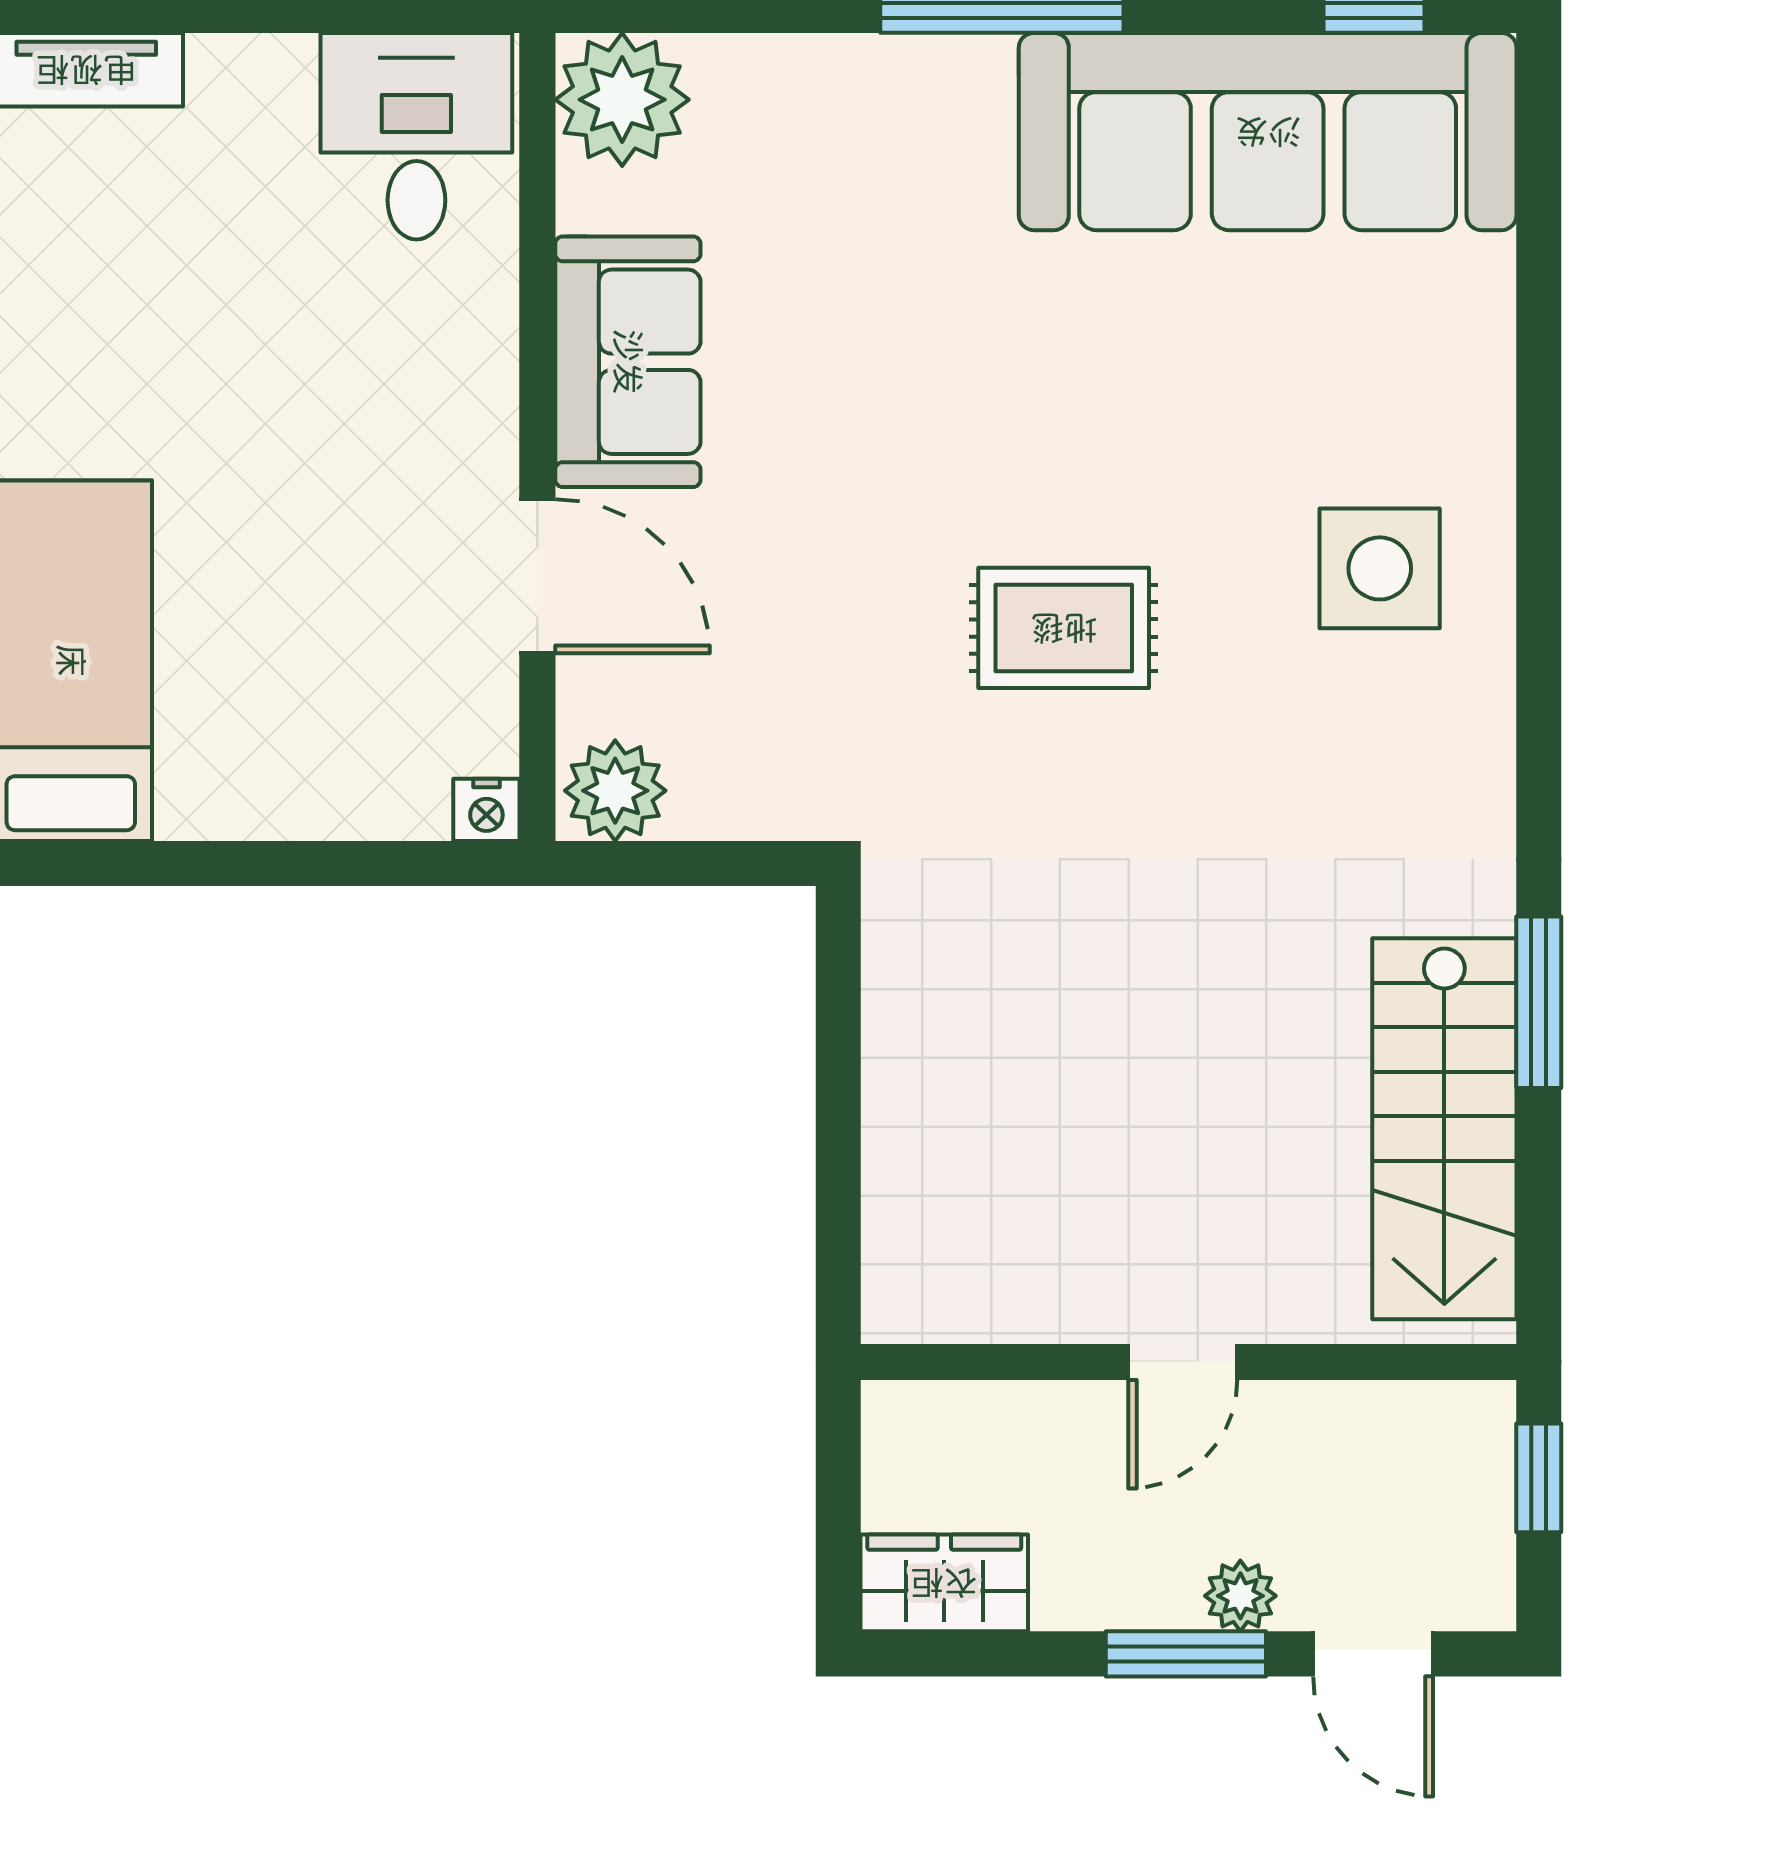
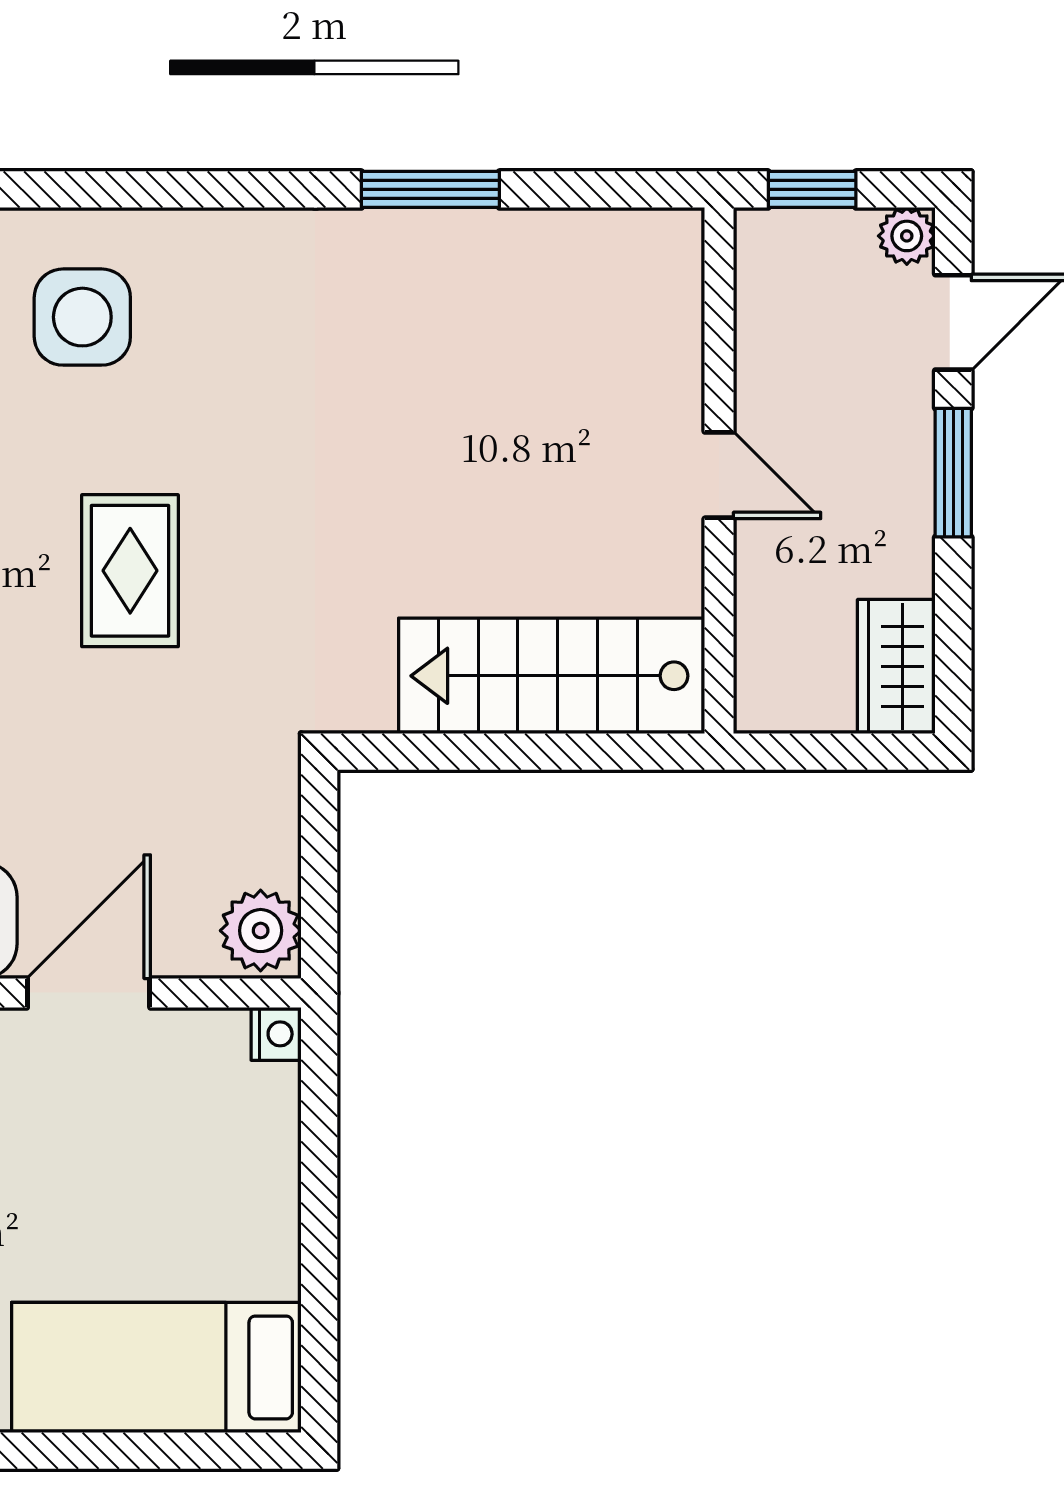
stairs: (1444, 1129) -> (552, 676), moved, turned 180
plant: (1240, 1596) -> (907, 236), moved

